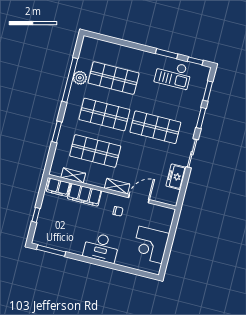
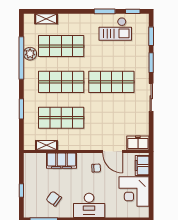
freezer: (176, 177) -> (138, 143), moved, turned 90
shelving: (117, 186) -> (46, 19), moved
filing cabinet: (58, 187) -> (142, 165), moved, turned 90
door: (139, 199) -> (113, 152), swing flipped
chair: (67, 232) -> (54, 199), added

